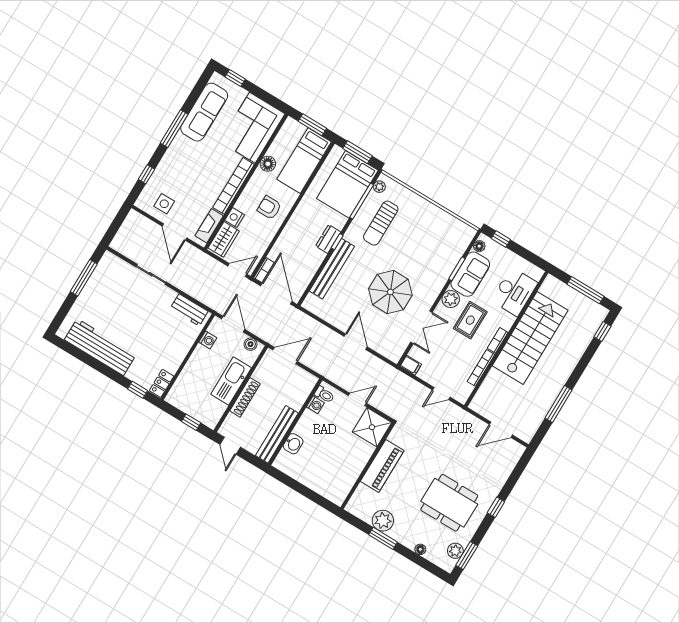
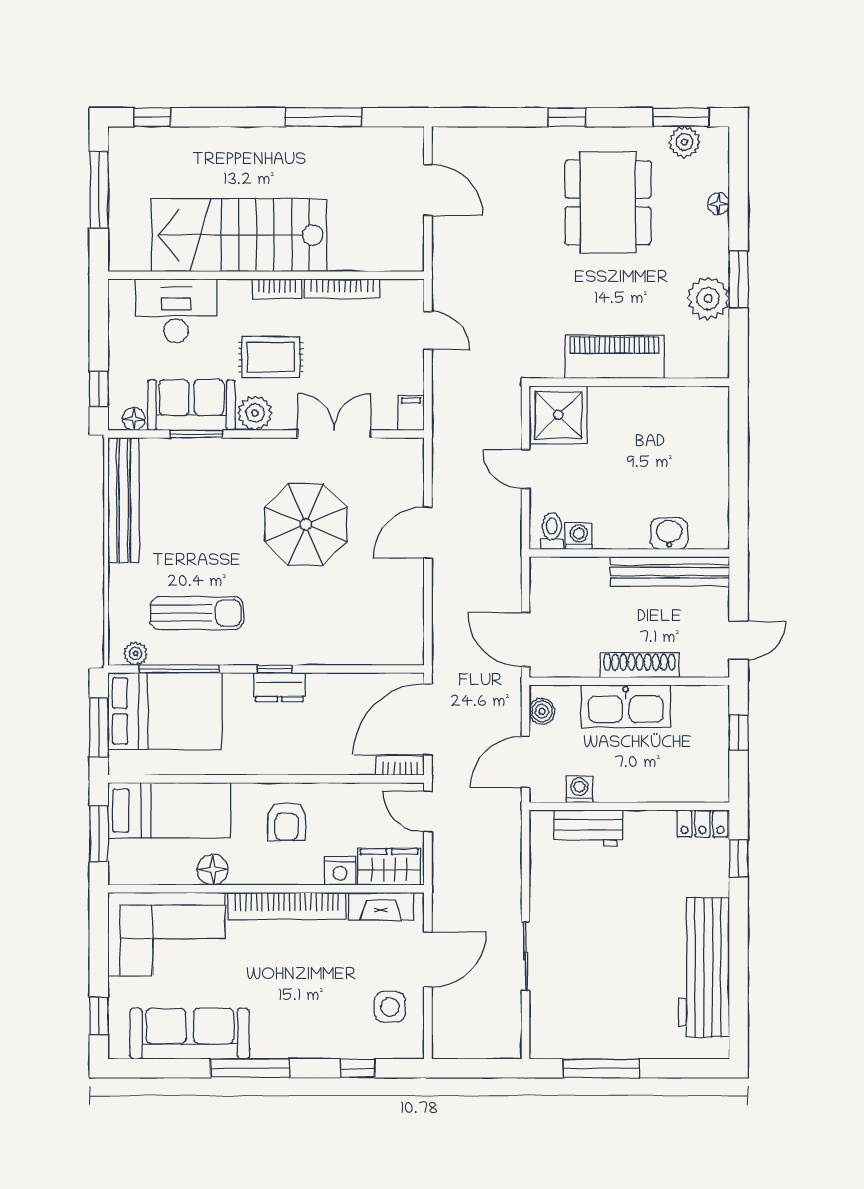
bench: (332, 269) -> (124, 500), moved, turned 90
workbench: (189, 310) -> (588, 828), moved, turned 90

